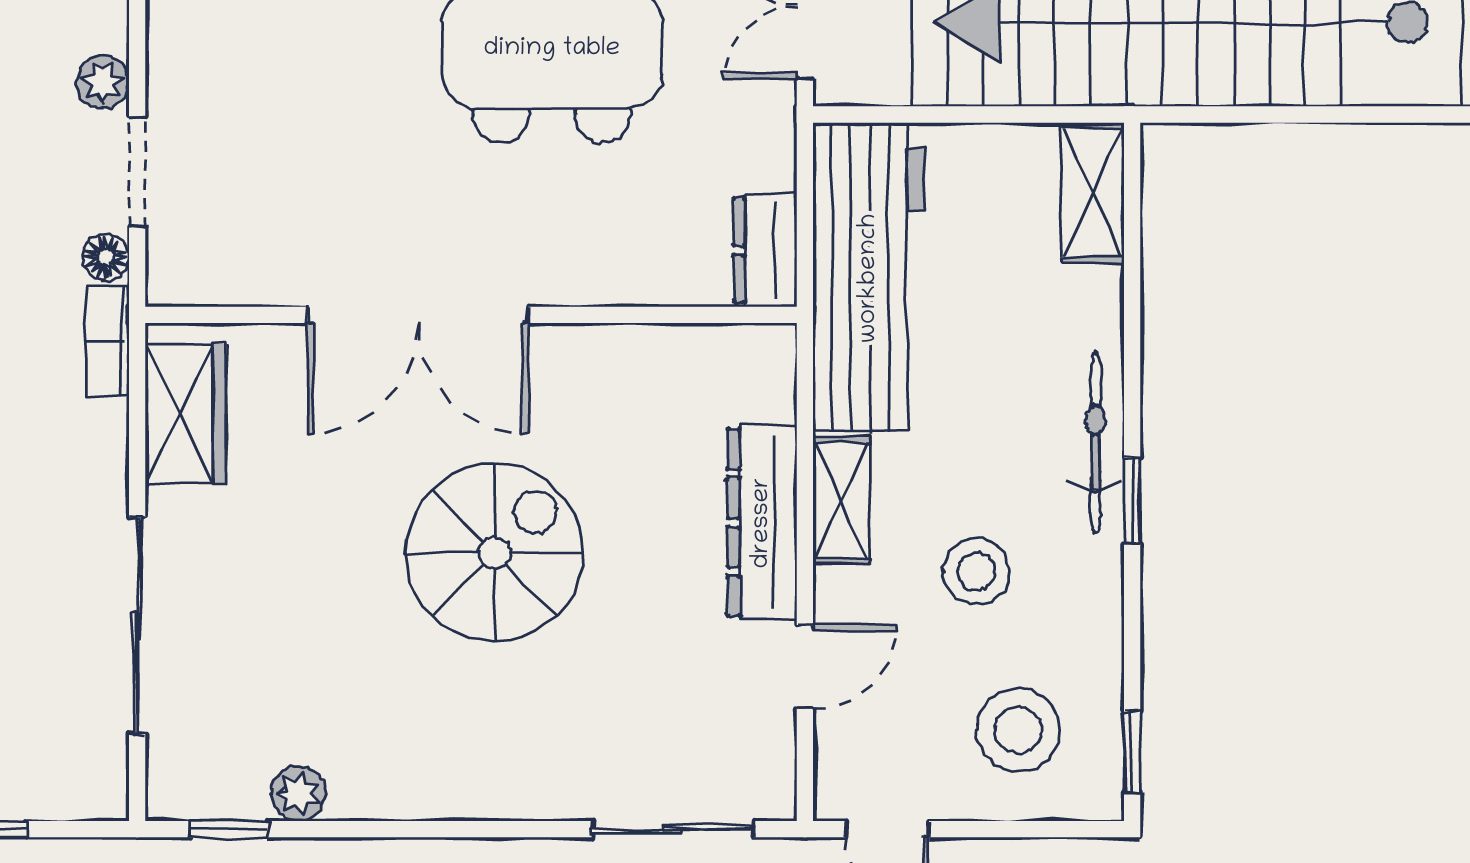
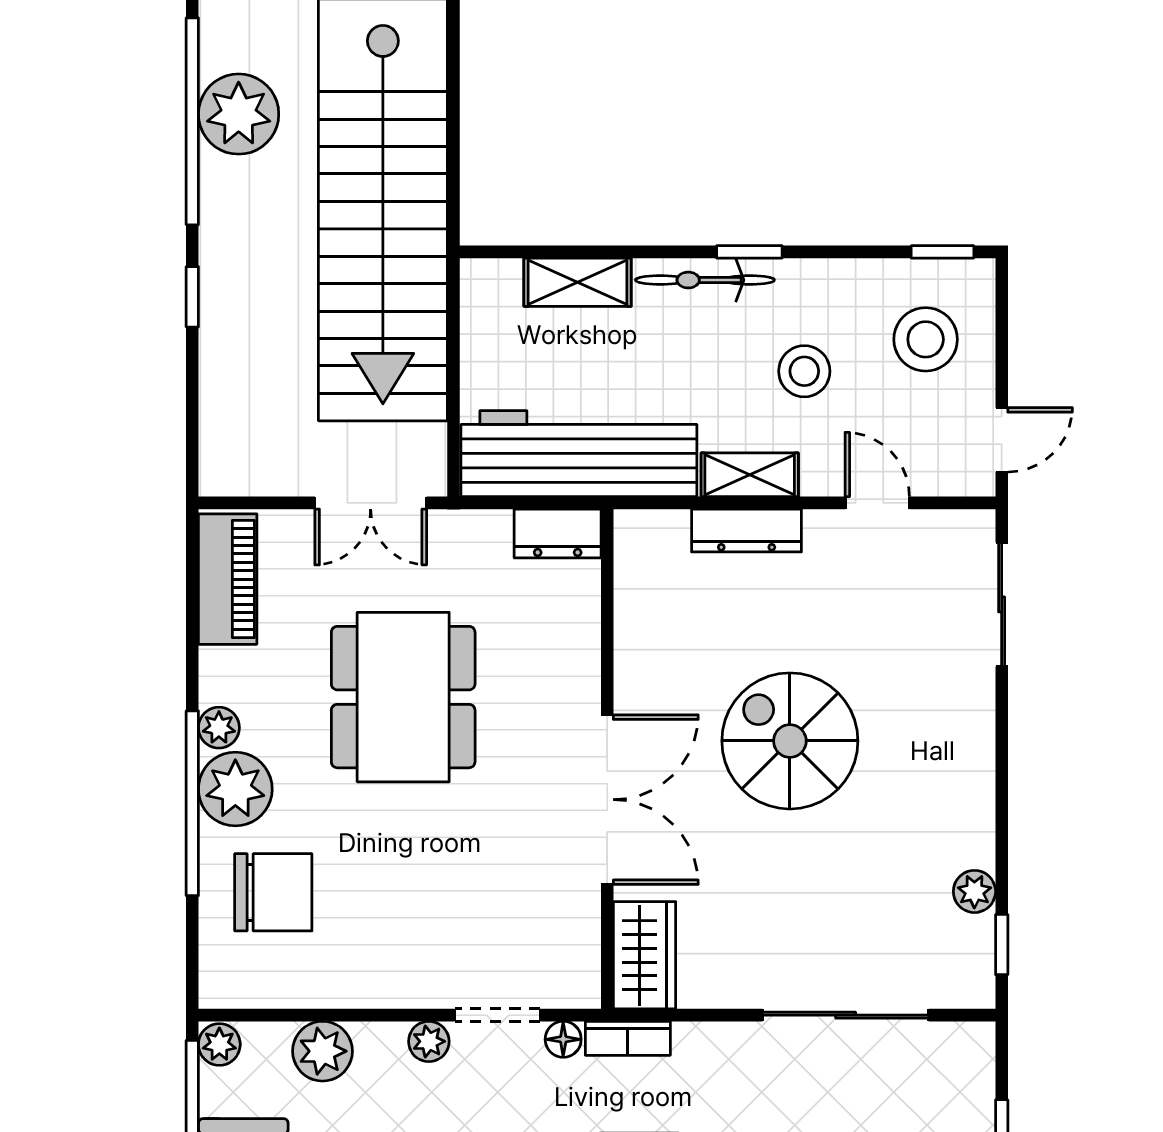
shelving: (1093, 192) -> (578, 282), moved
wardrobe: (186, 414) -> (645, 955), moved, turned 90
dresser: (762, 523) -> (747, 531), width x0.73, depth x0.80

